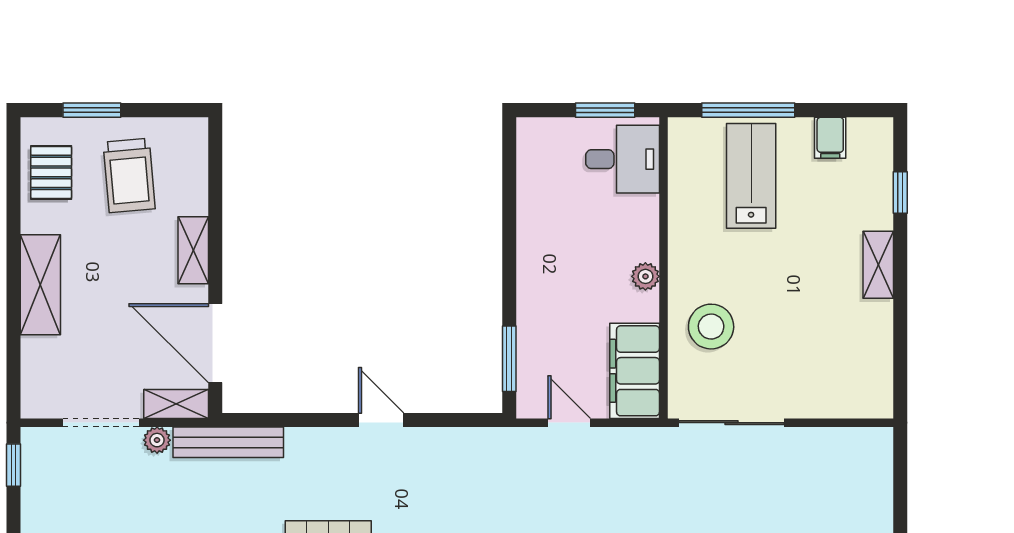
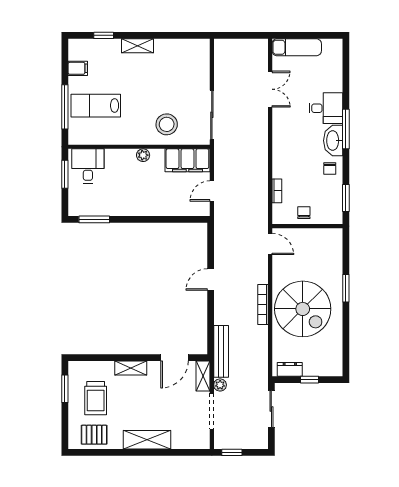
window: (92, 110) -> (65, 389), moved
trolley: (129, 176) -> (96, 398), turned 95
door: (215, 343) -> (174, 358), width x0.73
window: (509, 359) -> (94, 219), moved

